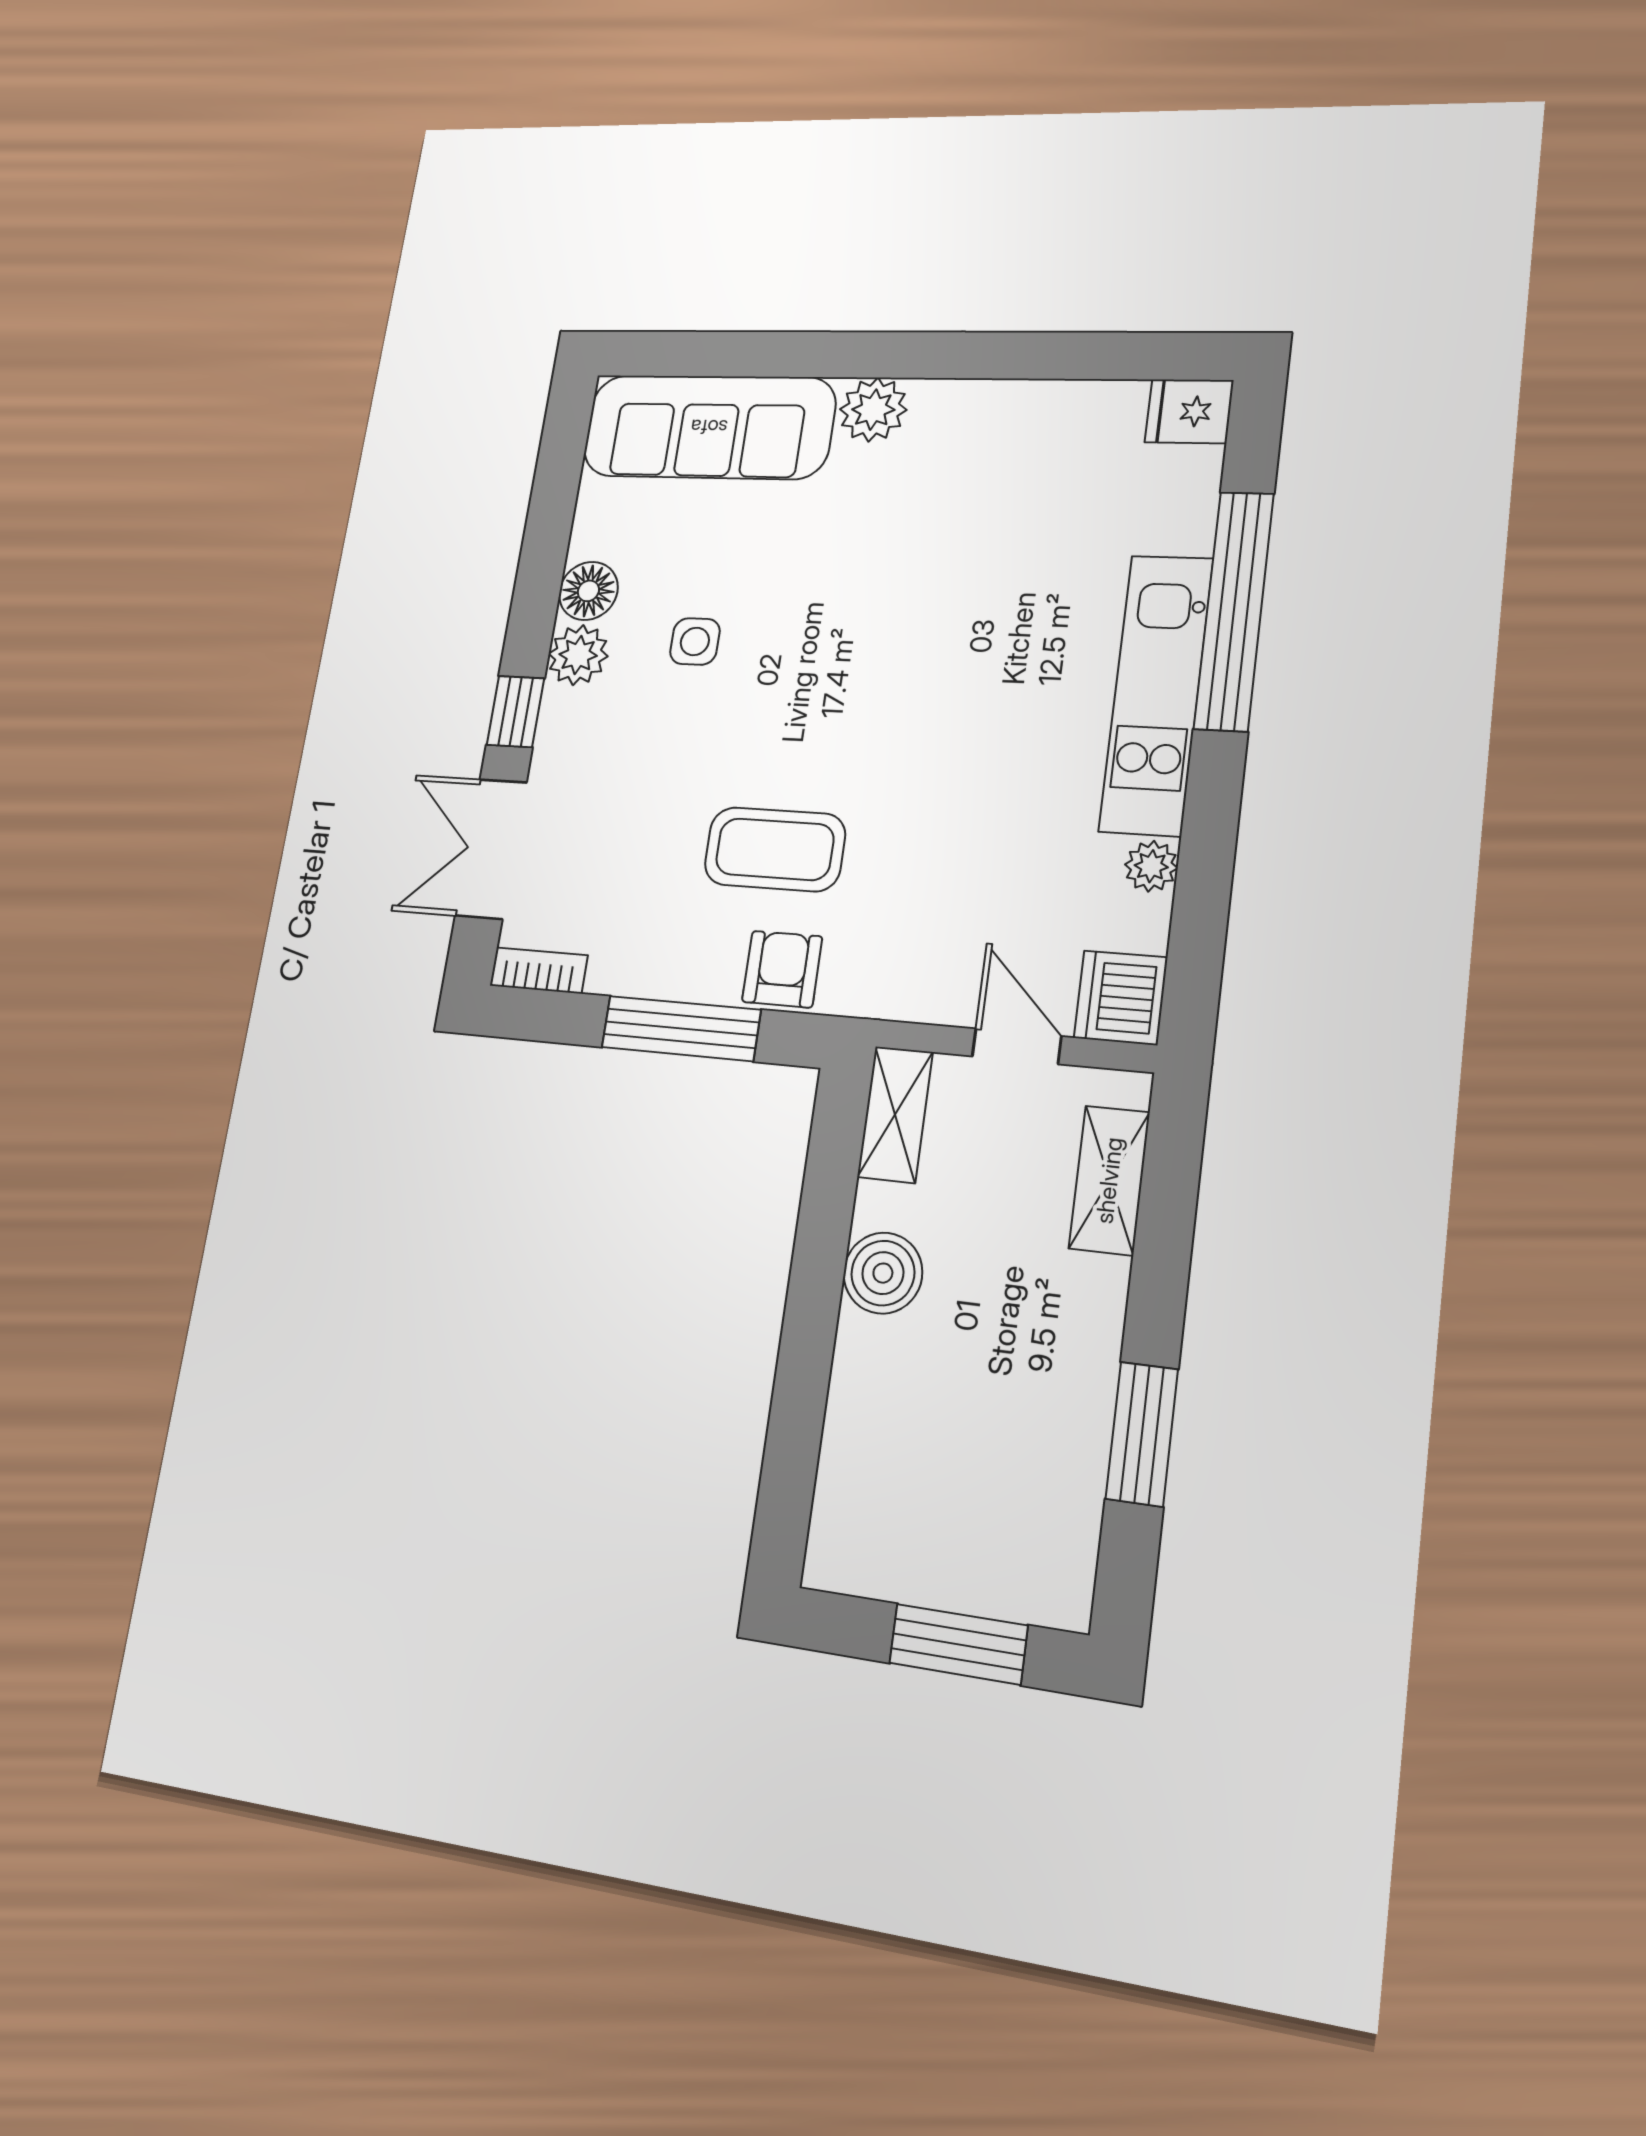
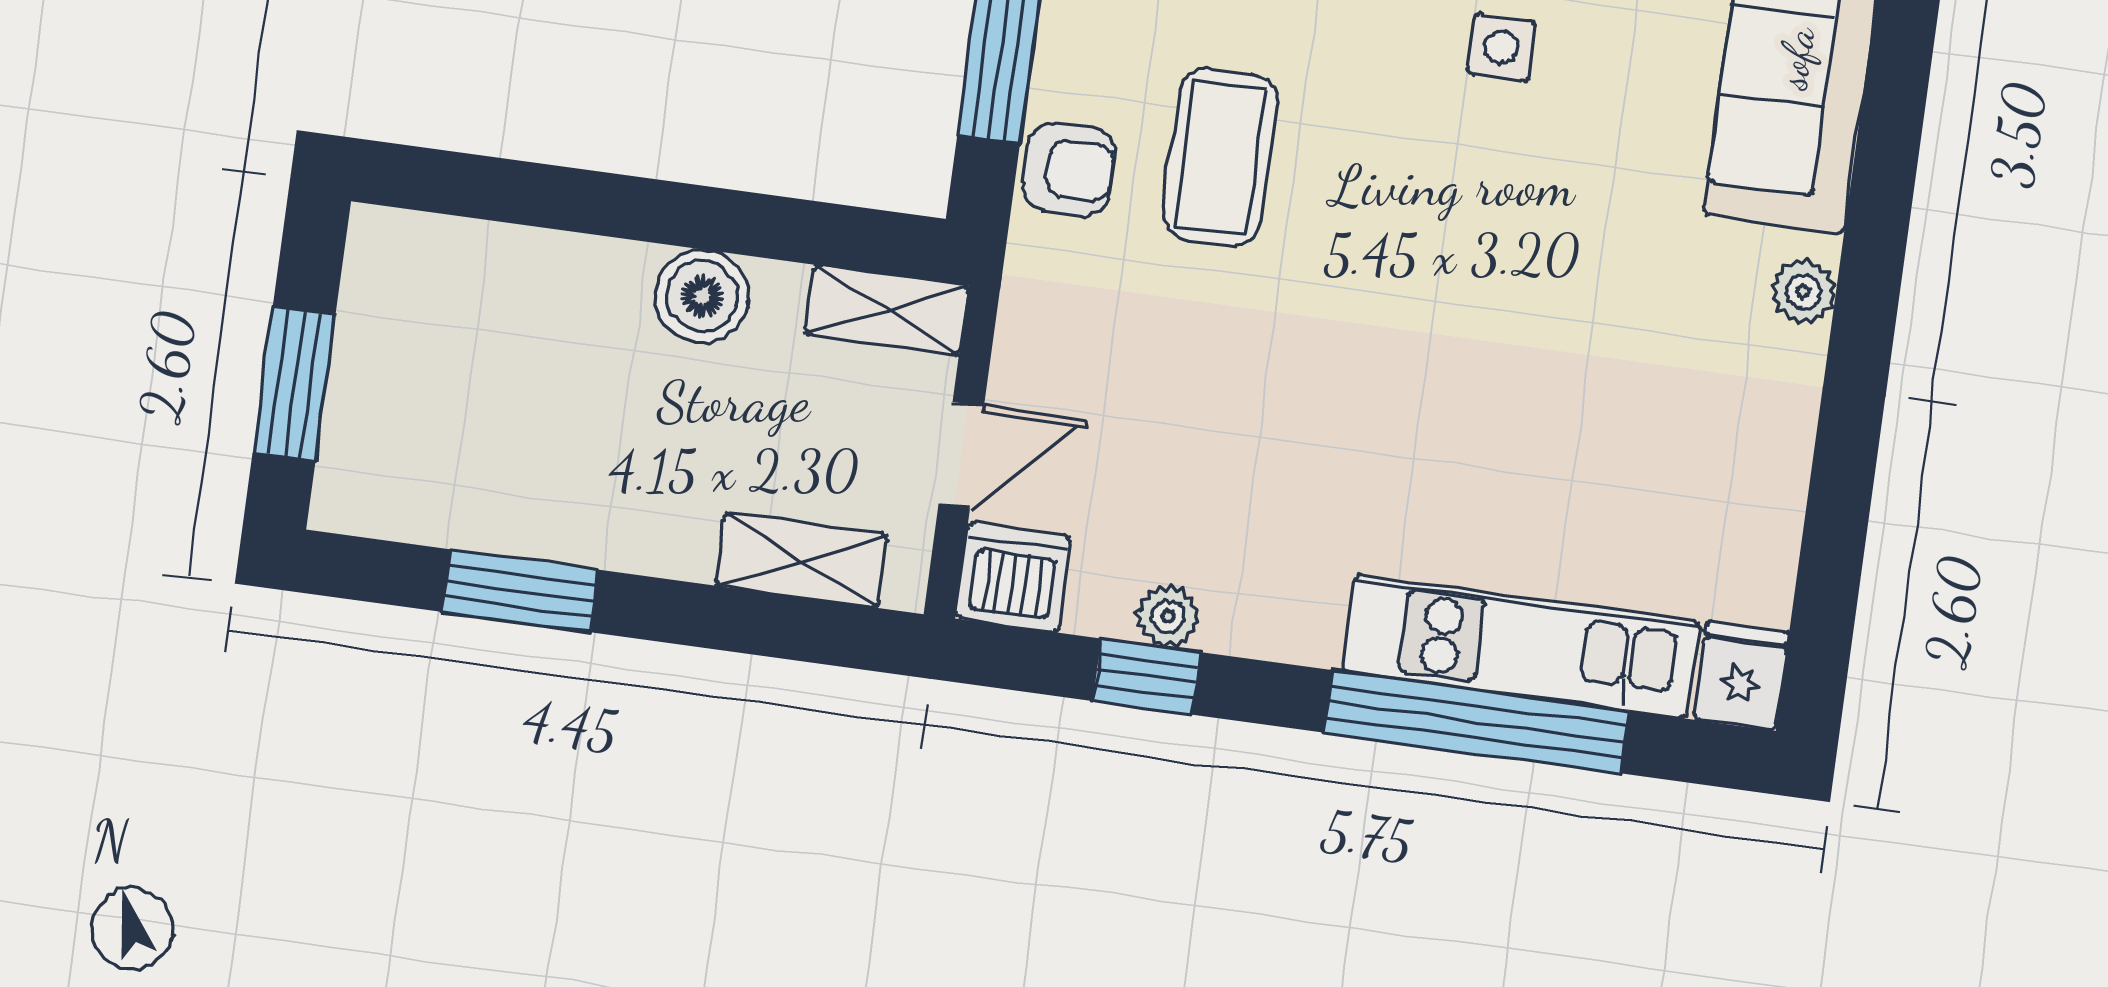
plant: (873, 410) -> (1803, 292), width x0.73, depth x0.73
kitchen unit: (1156, 694) -> (1521, 646), moved
window: (1204, 881) -> (1147, 677), added

